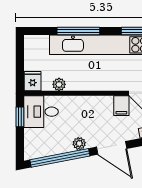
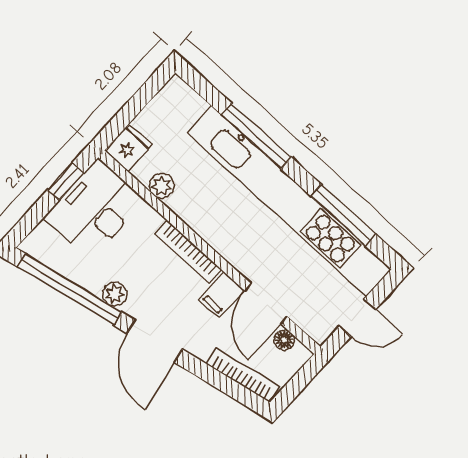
bookcase: (93, 101) -> (188, 252), added
desk: (41, 112) -> (94, 209), width x1.37

